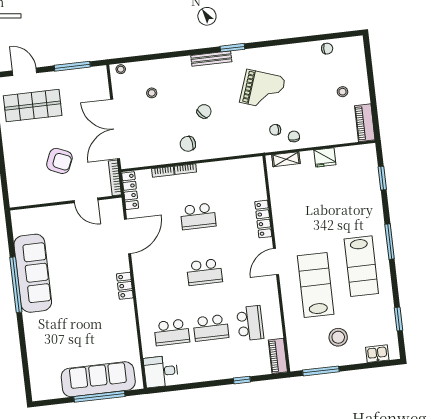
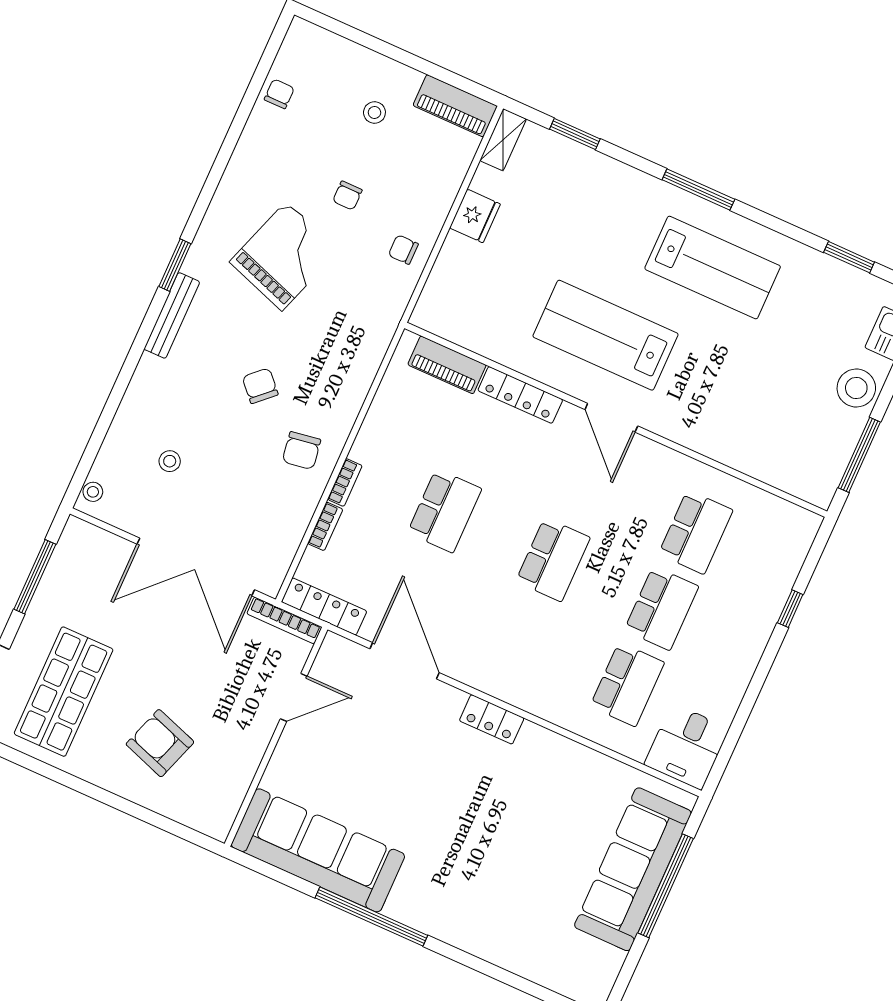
chair: (275, 130) -> (347, 196), moved
shelving: (286, 159) -> (503, 140), moved
armchair: (59, 161) -> (160, 743), moved, turned -94
sofa: (33, 273) -> (318, 850), moved
lab bench: (316, 285) -> (606, 335), moved
school desk: (250, 323) -> (696, 532), turned 90
stool: (338, 337) -> (856, 388), moved
piano: (278, 356) -> (447, 365), moved

